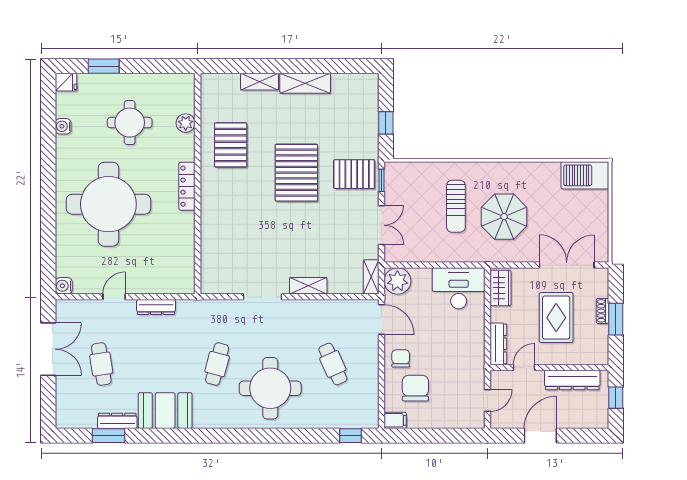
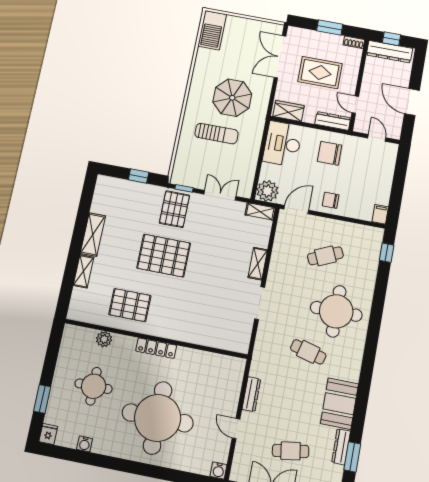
shoe rack: (603, 311) -> (354, 42), moved
dresser: (572, 380) -> (389, 52), moved, turned 90
chair: (415, 388) -> (330, 153), moved

